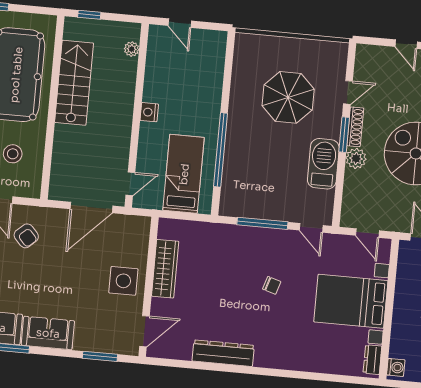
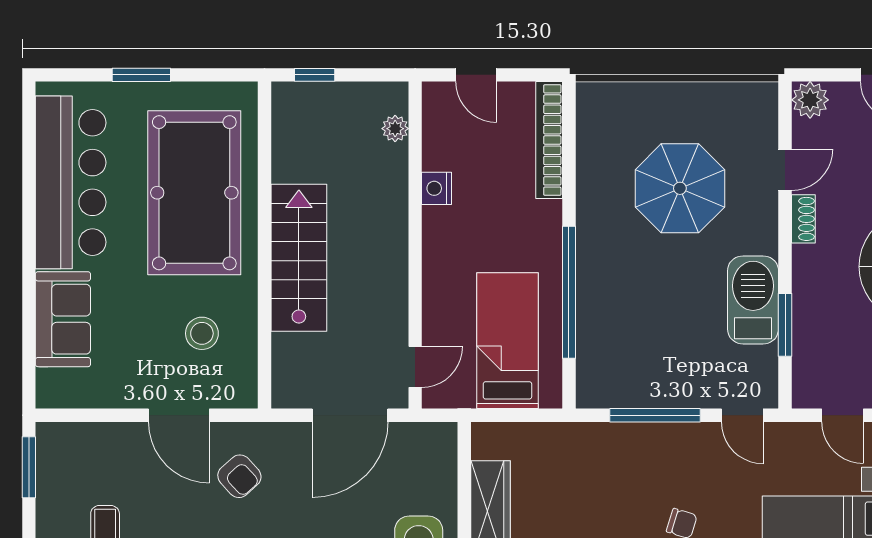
bookcase: (217, 63) -> (549, 140), added
stairs: (74, 83) -> (299, 258), moved
nightstand: (149, 112) -> (437, 188), moved
shoe rack: (355, 127) -> (803, 219), width x0.70
window: (344, 135) -> (785, 325), moved
plant: (356, 158) -> (810, 100), moved

